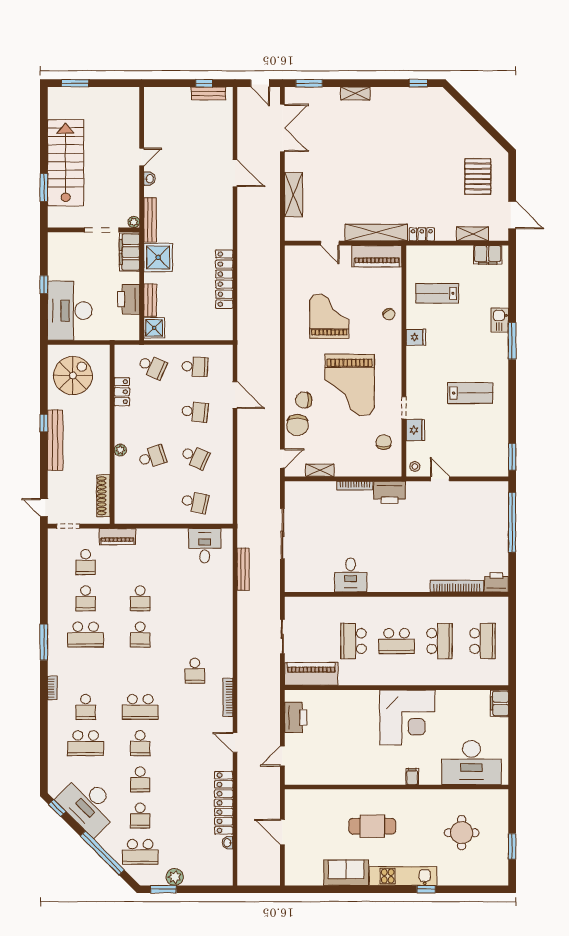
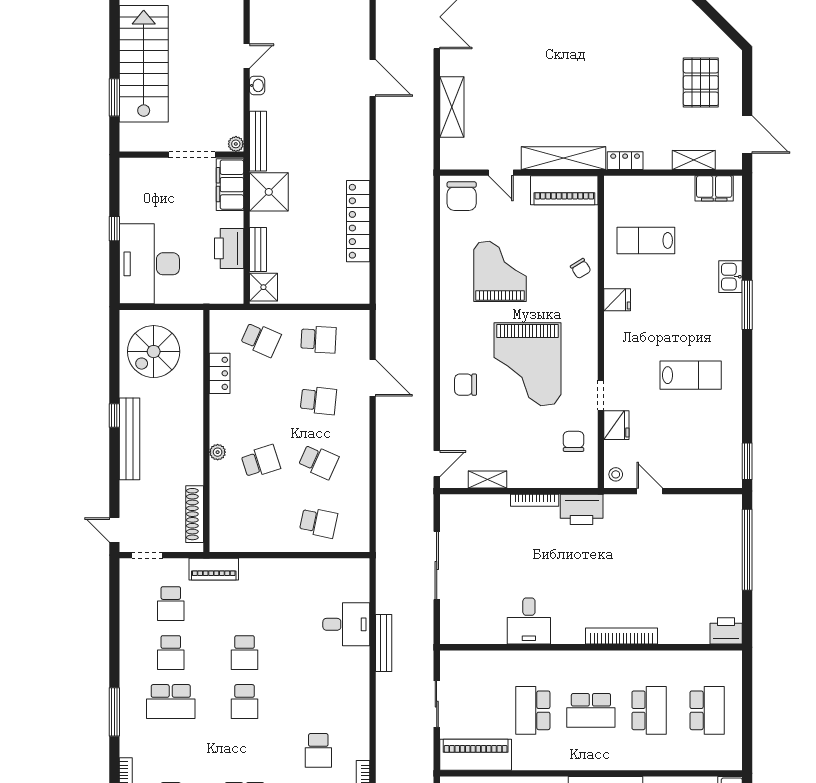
spiral stairs: (73, 376) -> (154, 352), turned 180
chair: (298, 425) -> (462, 196), moved
desk: (205, 546) -> (346, 624), moved, turned 90
bench: (243, 569) -> (384, 643), moved
bookcase: (457, 586) -> (621, 636), moved

